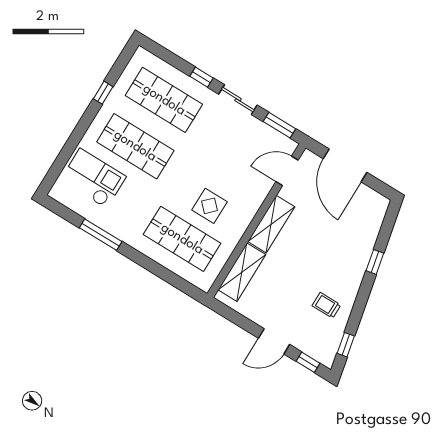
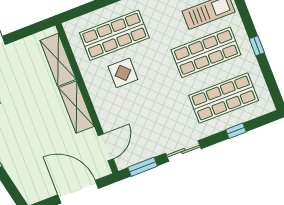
window: (201, 77) -> (236, 131), moved
window: (103, 93) -> (257, 46), moved

